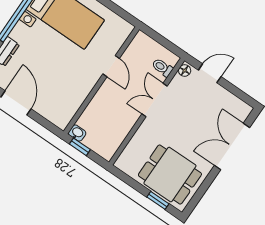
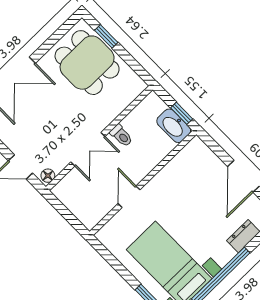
toilet: (162, 67) -> (121, 136), moved
washbasin: (77, 133) -> (174, 126), width x1.91, depth x1.45

